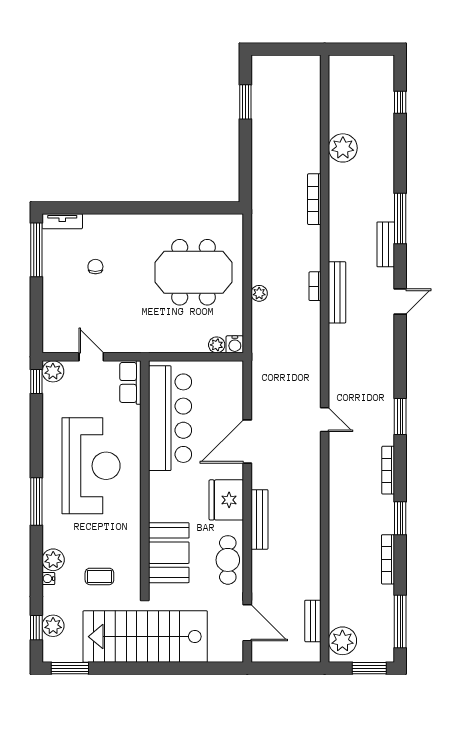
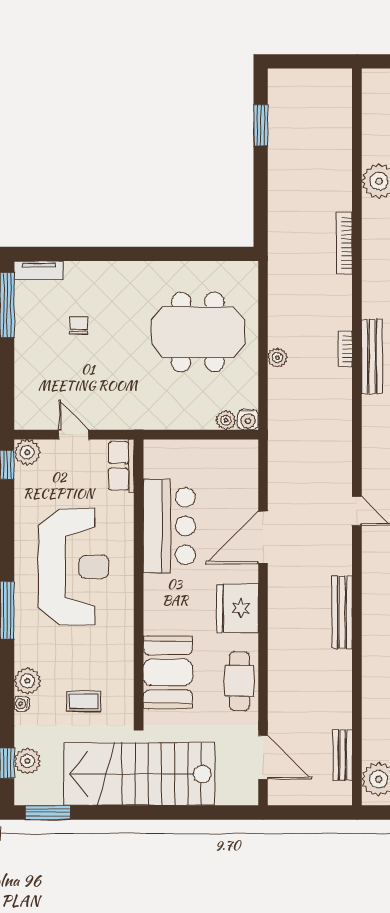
bar counter: (170, 418) -> (169, 526), width x0.73
bench: (259, 519) -> (342, 612), moved

